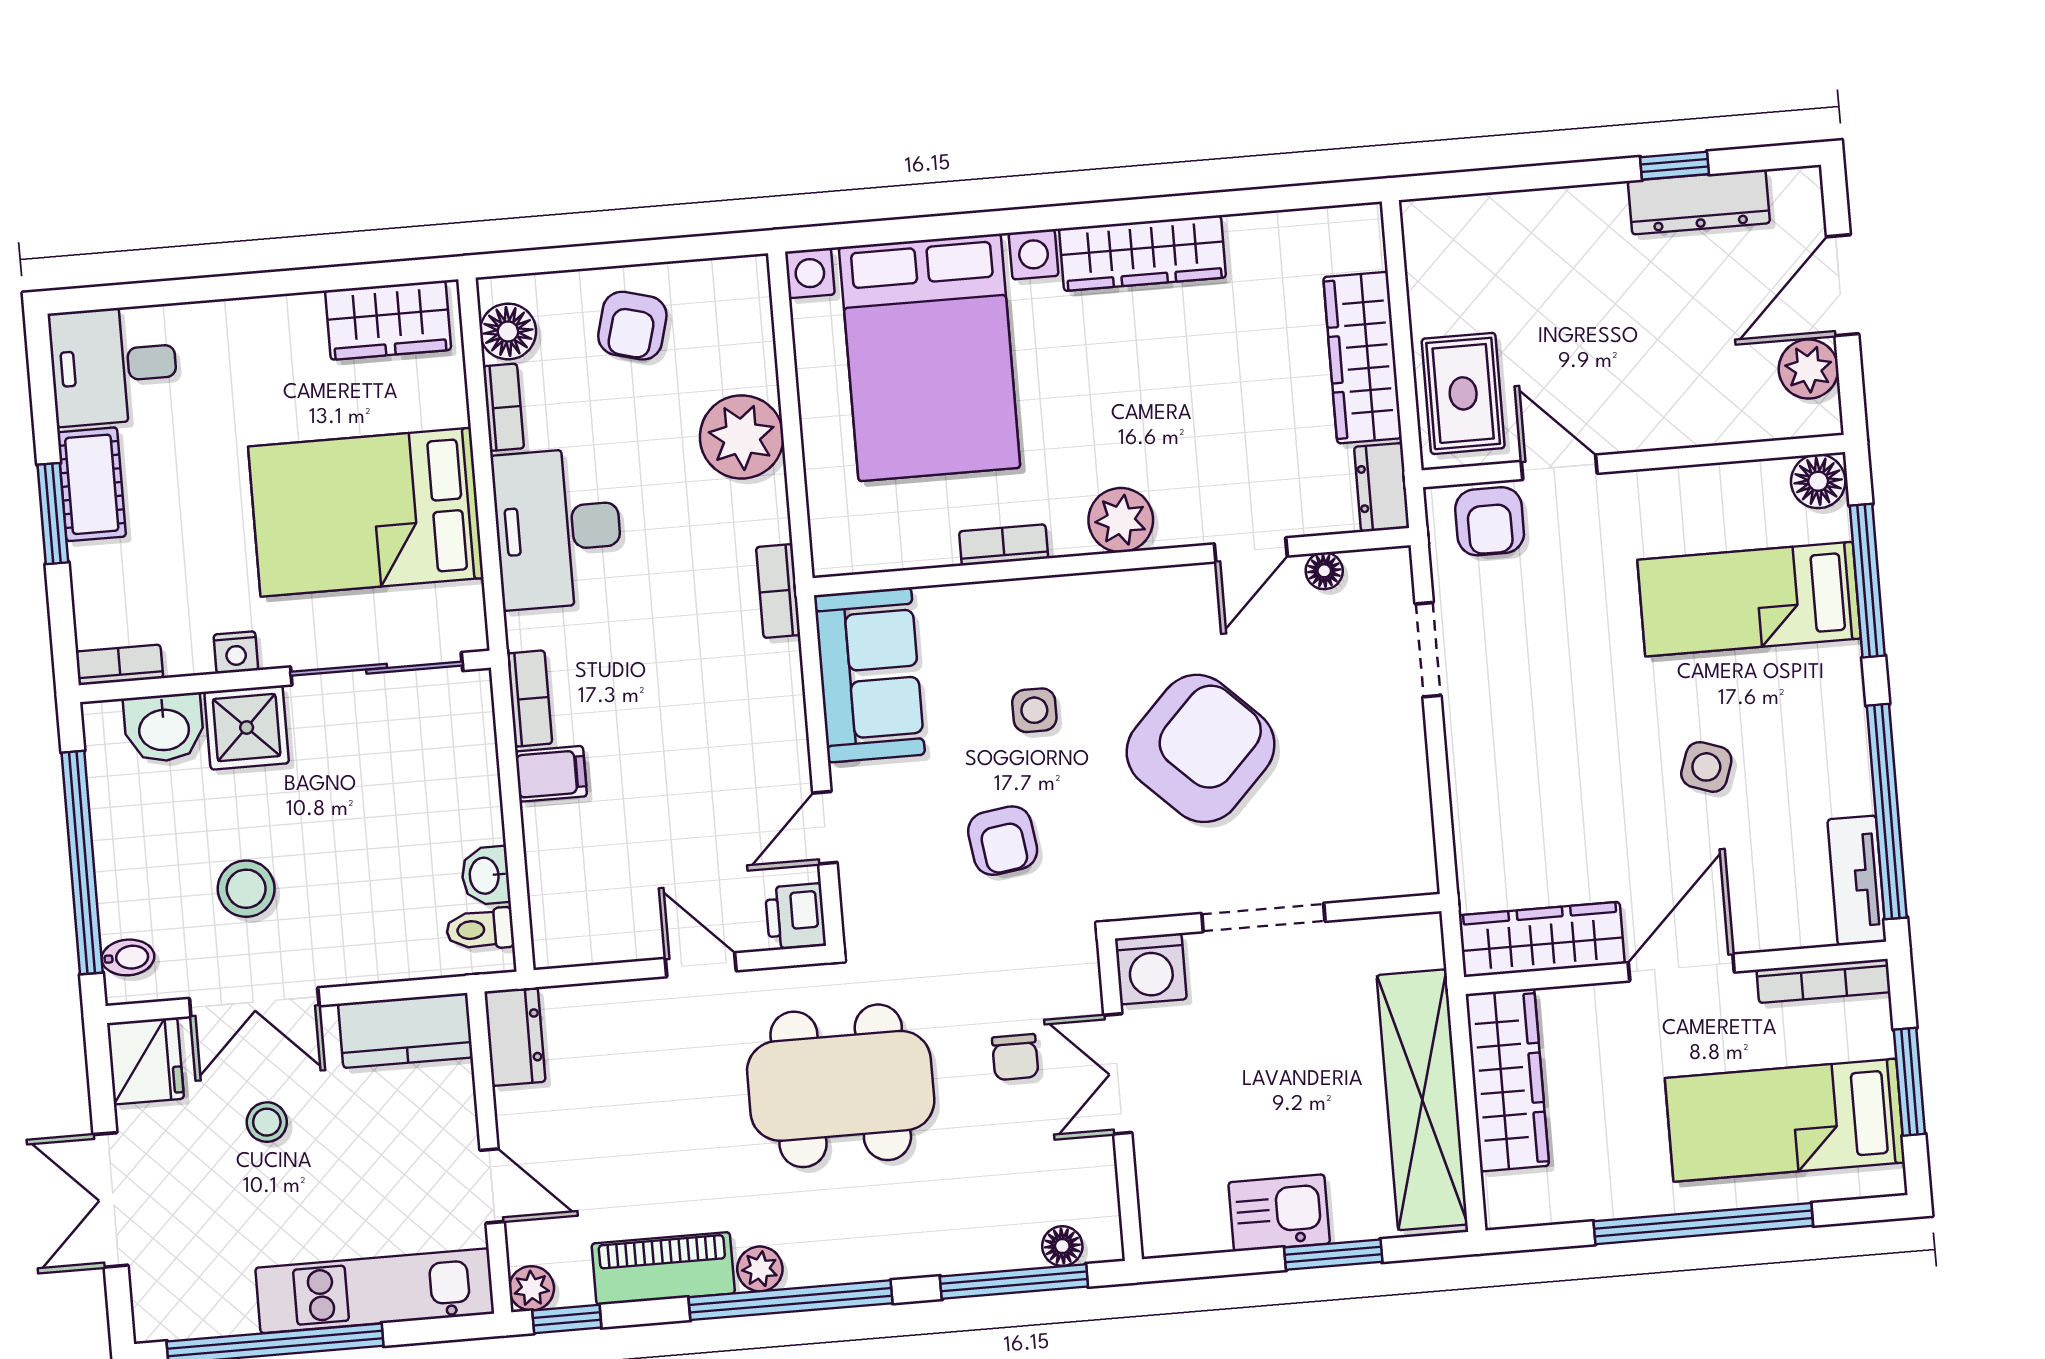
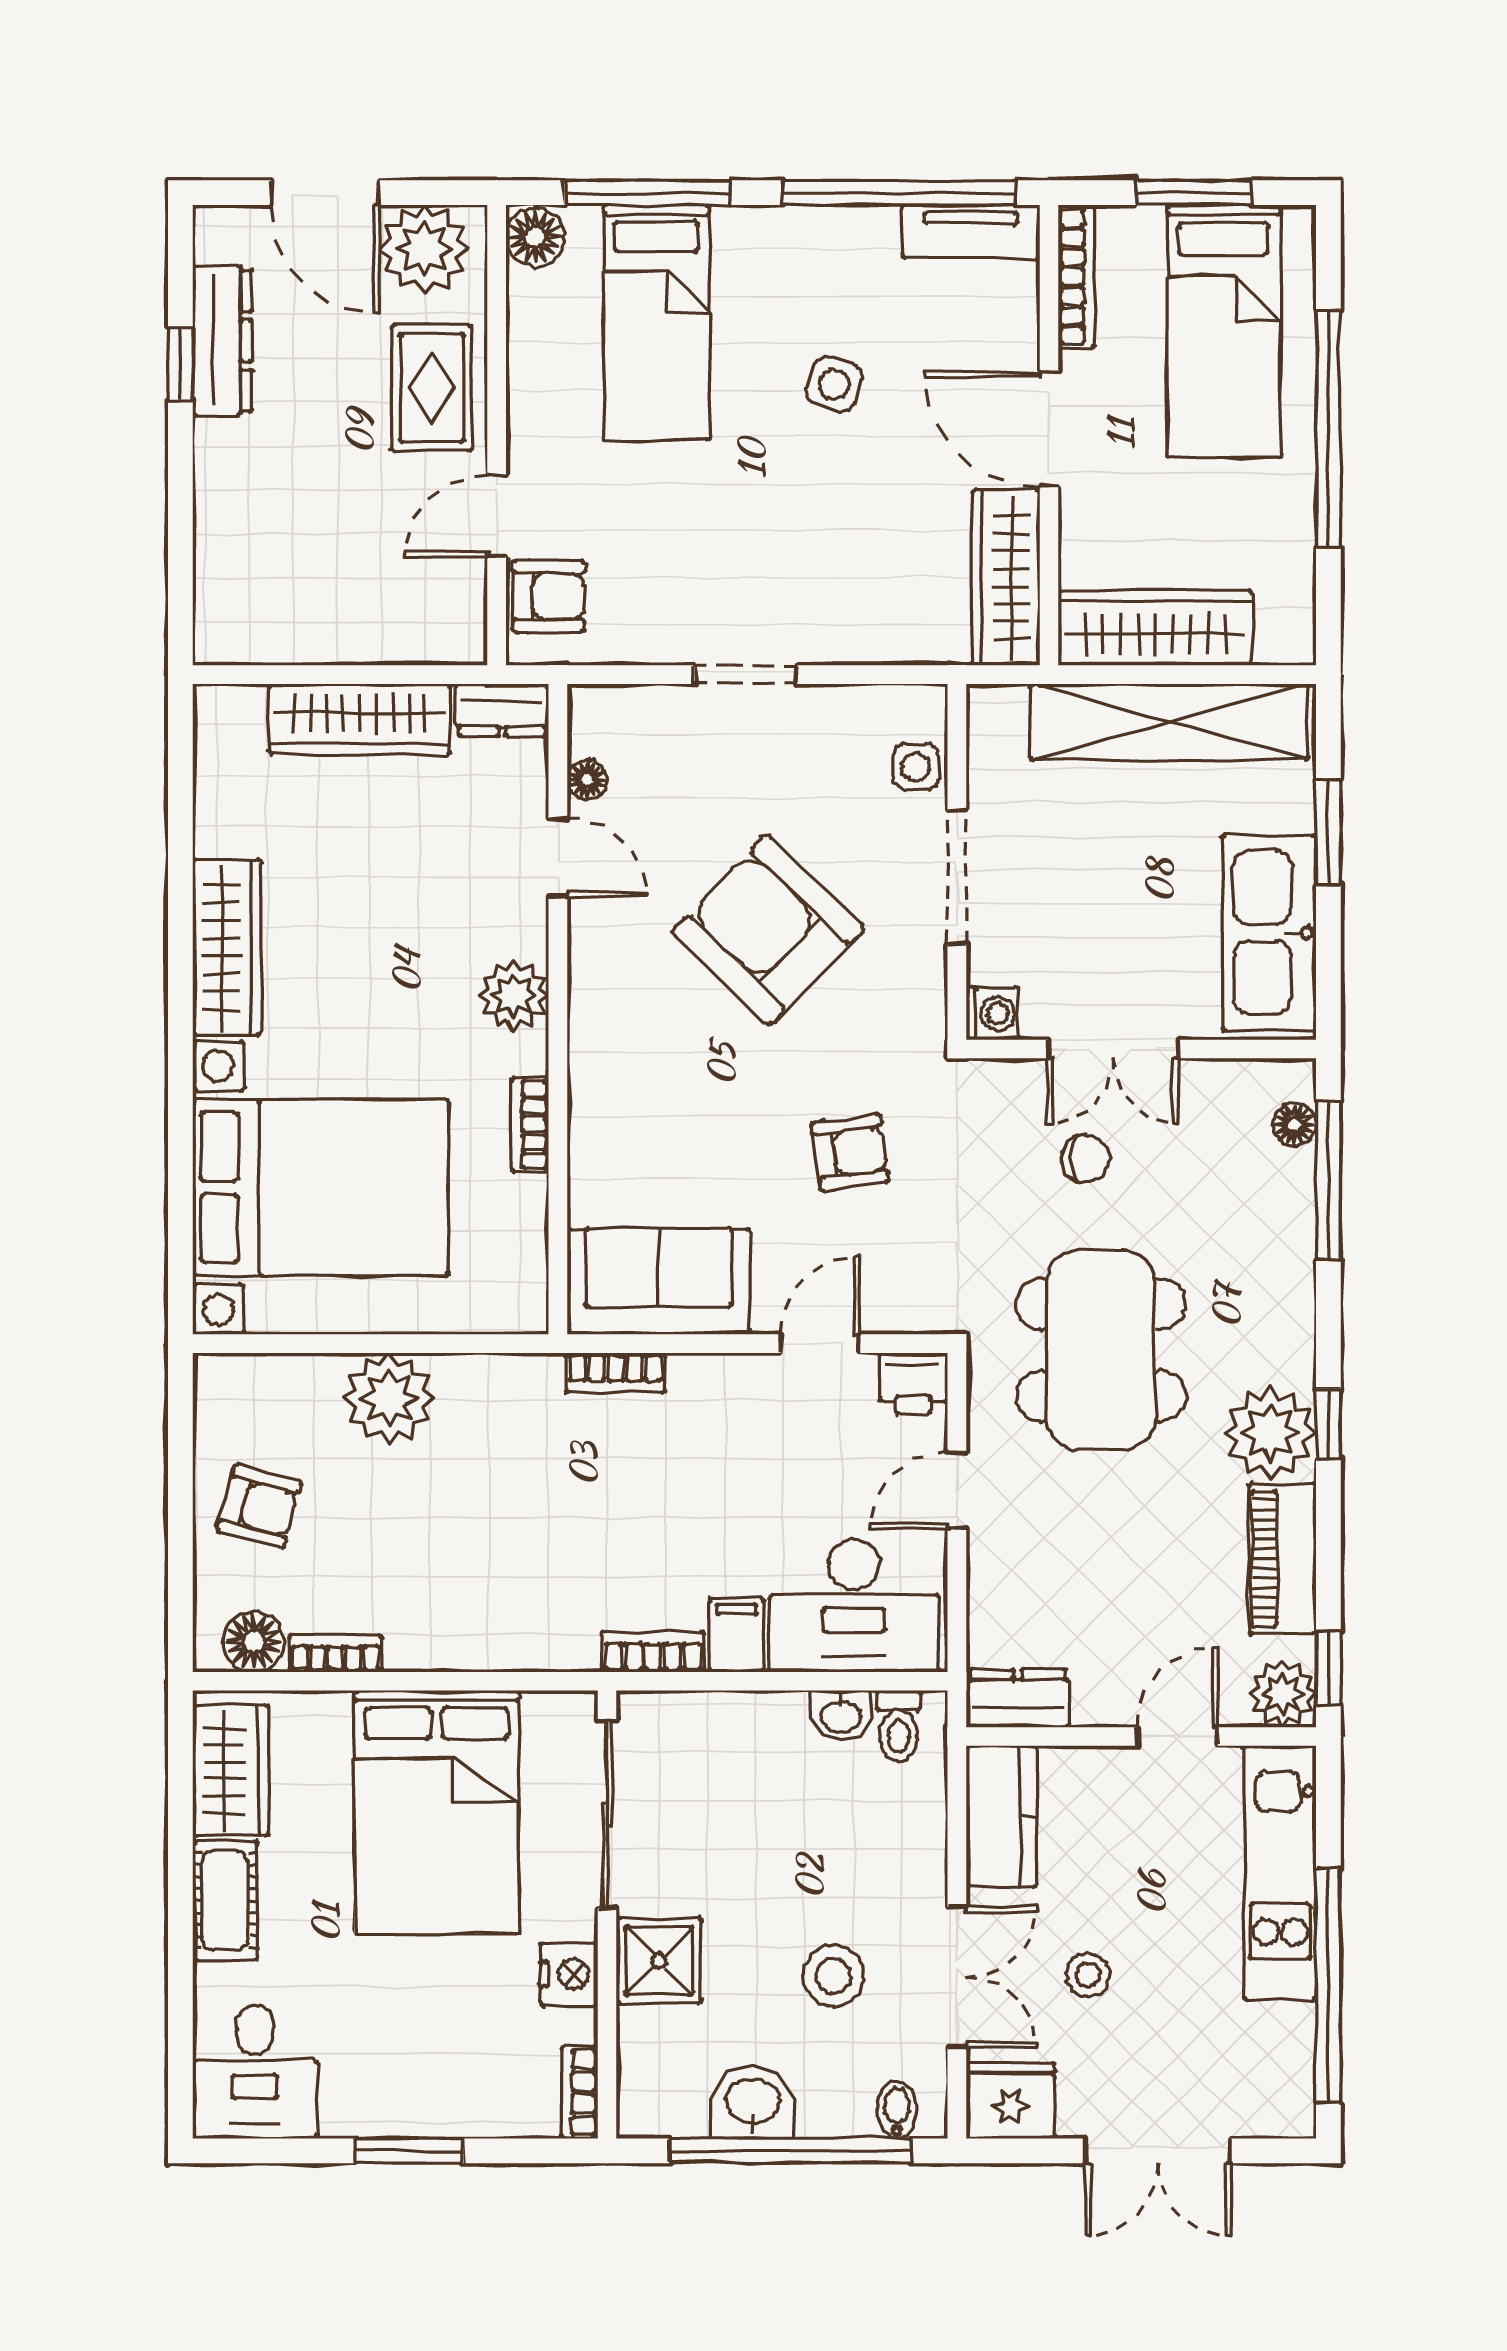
plant: (1809, 369) -> (424, 249), width x1.36, depth x1.36
rug: (1463, 393) -> (432, 388), moved, turned 90
cot: (92, 484) -> (225, 1901), moved, turned 90
desk: (558, 528) -> (854, 1605), moved
bookcase: (778, 591) -> (616, 1373), moved
doorway: (1428, 650) -> (746, 675), moved
nightstand: (236, 652) -> (569, 1974), width x1.39, depth x1.35
side table: (1034, 710) -> (916, 767), moved
washbasin: (164, 728) -> (753, 2103), moved, turned -90
door: (825, 828) -> (820, 1344), swing flipped
washing machine: (1151, 969) -> (992, 1014), width x0.73, depth x0.73
kitchen sink: (1279, 1213) -> (1269, 933), width x1.87, depth x1.24
plant: (760, 1269) -> (1270, 1433), width x1.88, depth x1.88
plant: (532, 1288) -> (1283, 1694), width x1.38, depth x1.38
window: (791, 1300) -> (1328, 1424), width x0.32

